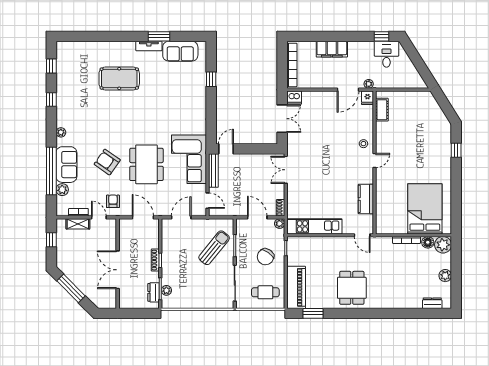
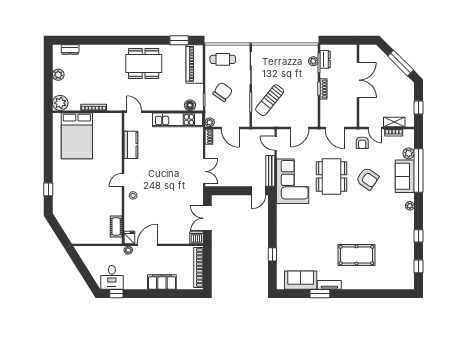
floor lamp: (428, 242) -> (190, 105), moved
dining table: (352, 288) -> (144, 64), width x1.38

